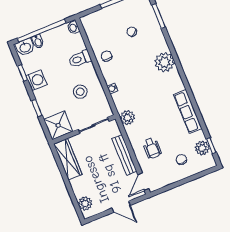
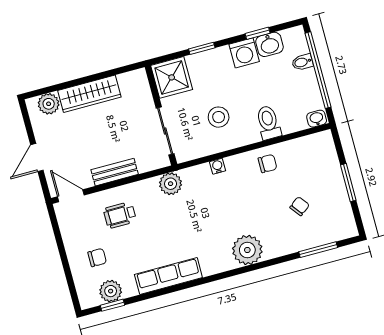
washbasin: (25, 47) -> (269, 44), moved, turned -90
bench: (124, 155) -> (115, 172), width x0.73
wardrobe: (68, 159) -> (89, 94), moved

